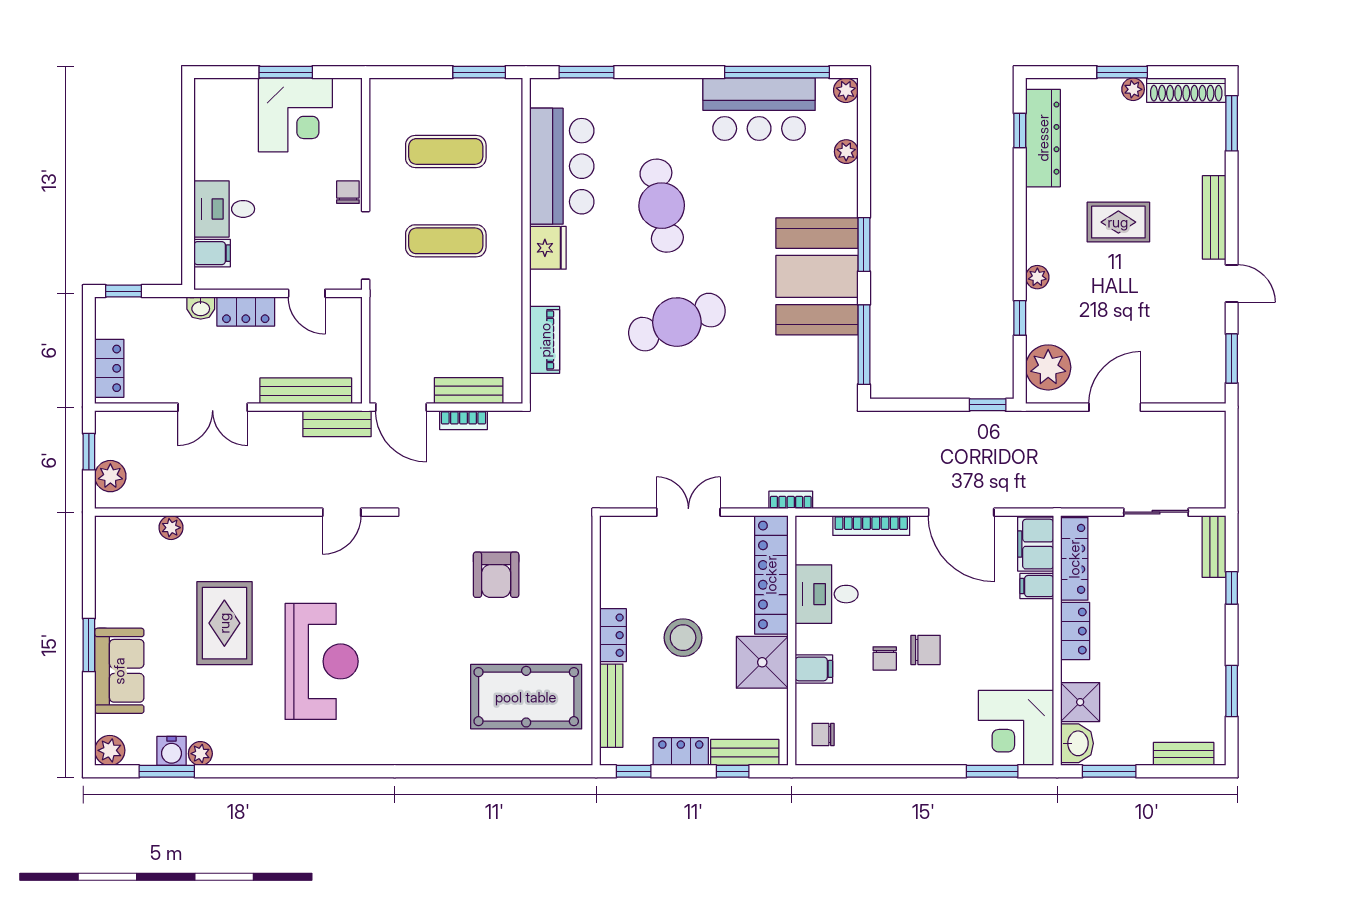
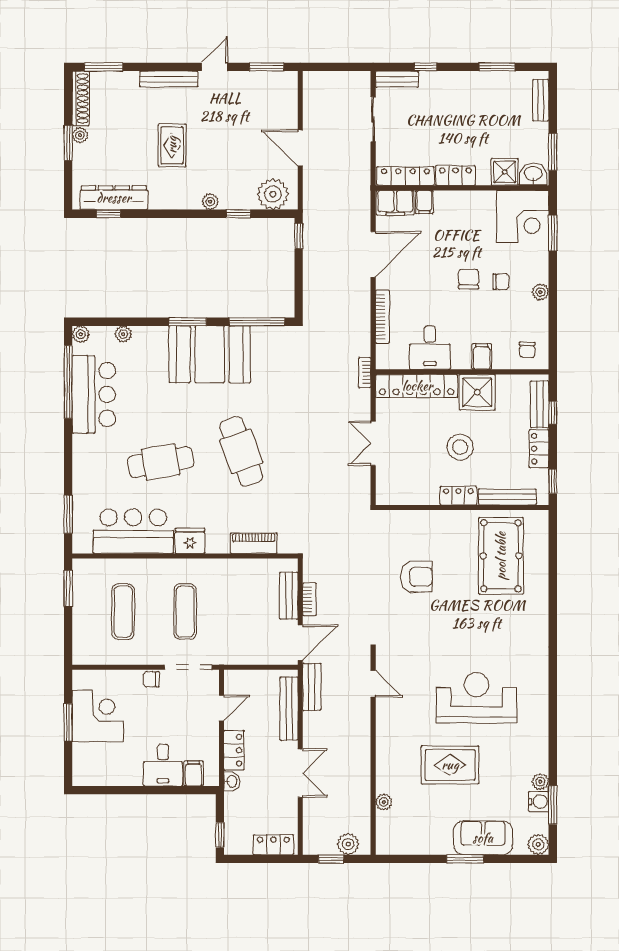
chair: (885, 658) -> (501, 282), moved
plant: (907, 753) -> (540, 292), added

